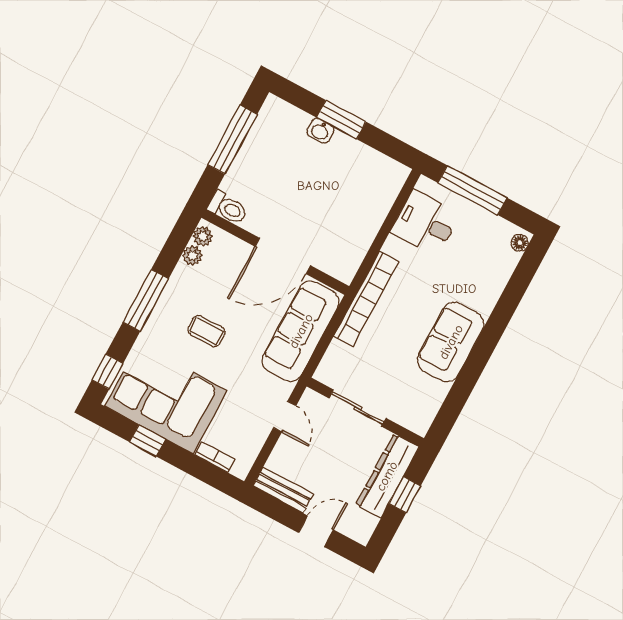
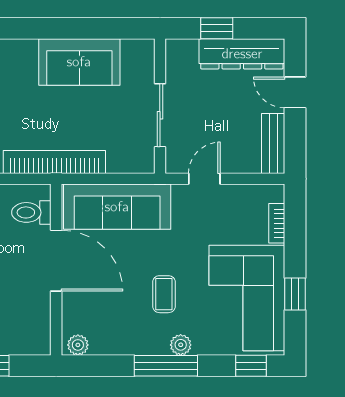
toilet: (228, 208) -> (31, 212), moved, turned -90
plant: (192, 256) -> (181, 345), moved
sofa: (451, 342) -> (79, 62), moved
dresser: (387, 476) -> (242, 54), moved

